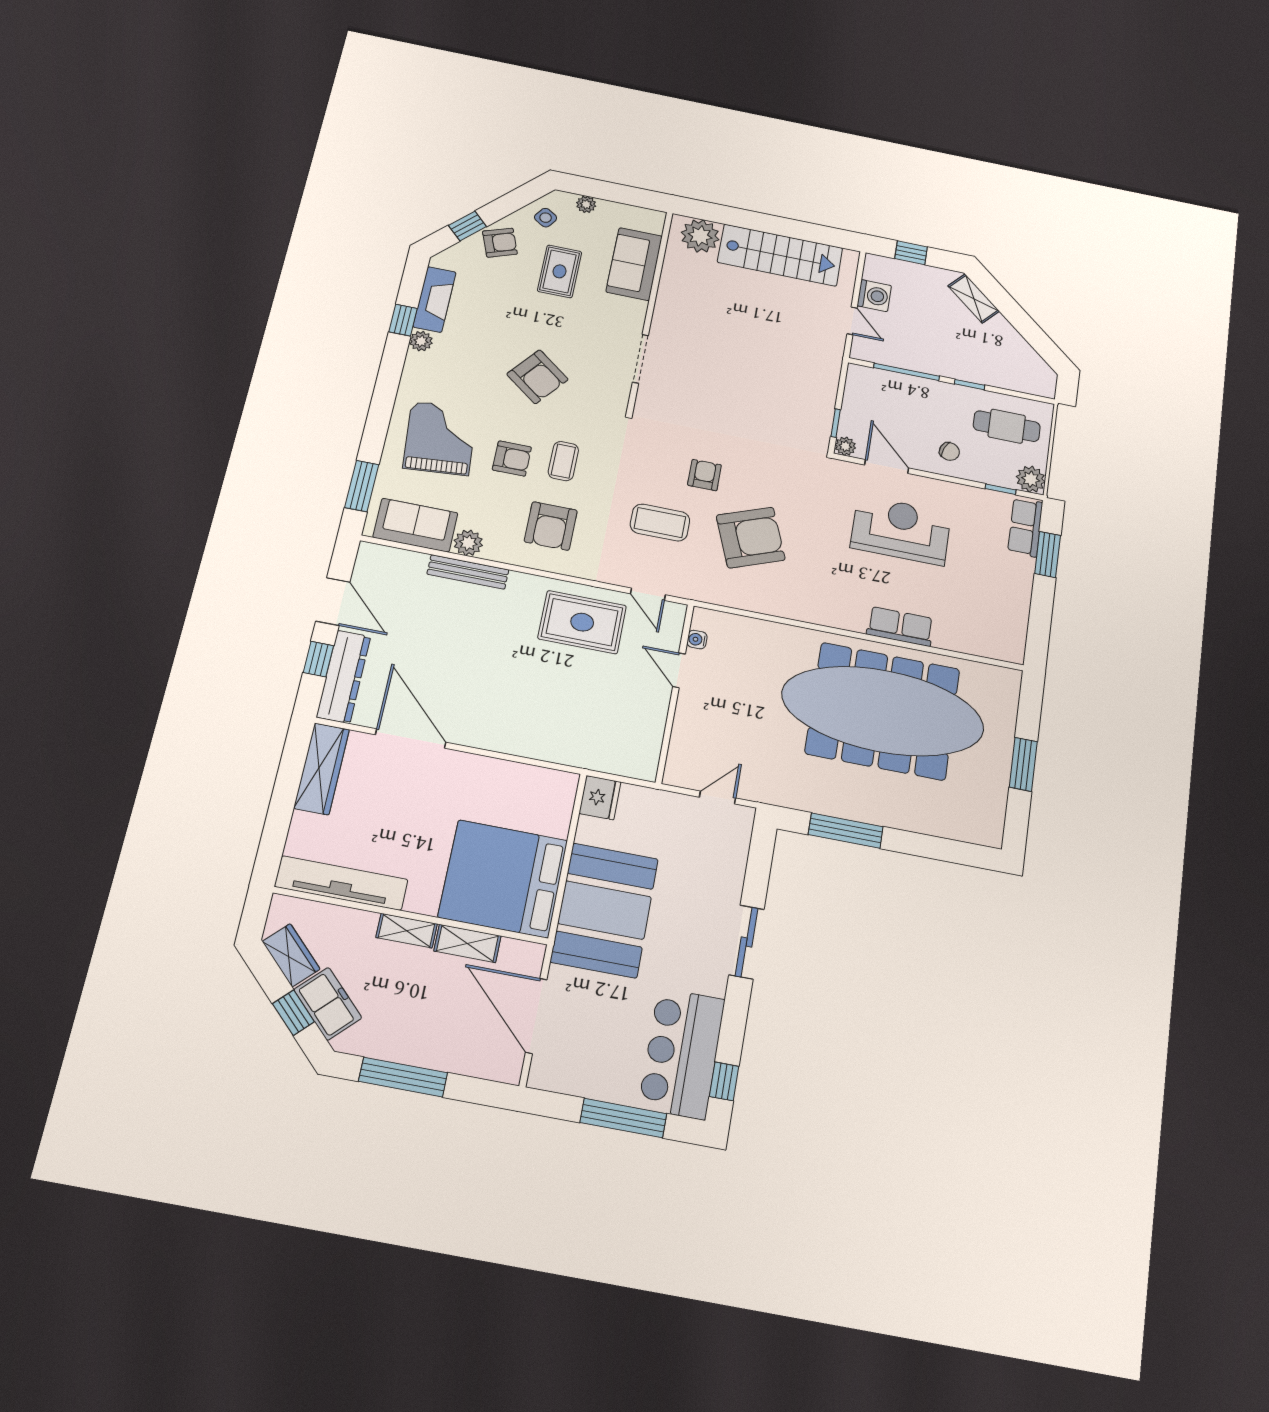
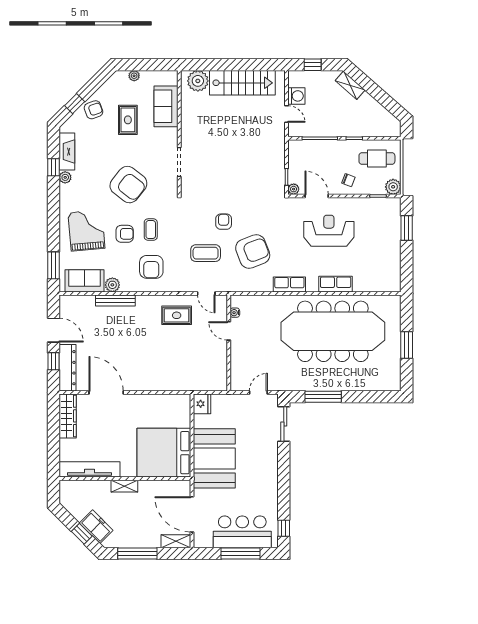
side table: (546, 218) -> (114, 89), removed
armchair: (537, 377) -> (128, 185), width x1.36, depth x1.36
row of seats: (1025, 527) -> (289, 284), moved, turned 90
rug: (582, 622) -> (177, 315), width x0.73, depth x0.70
sliding door: (747, 942) -> (284, 424), moved
shelving: (467, 943) -> (176, 541), moved
wardrobe: (291, 955) -> (74, 508), removed
bar counter: (682, 1053) -> (242, 532), moved, turned 90

